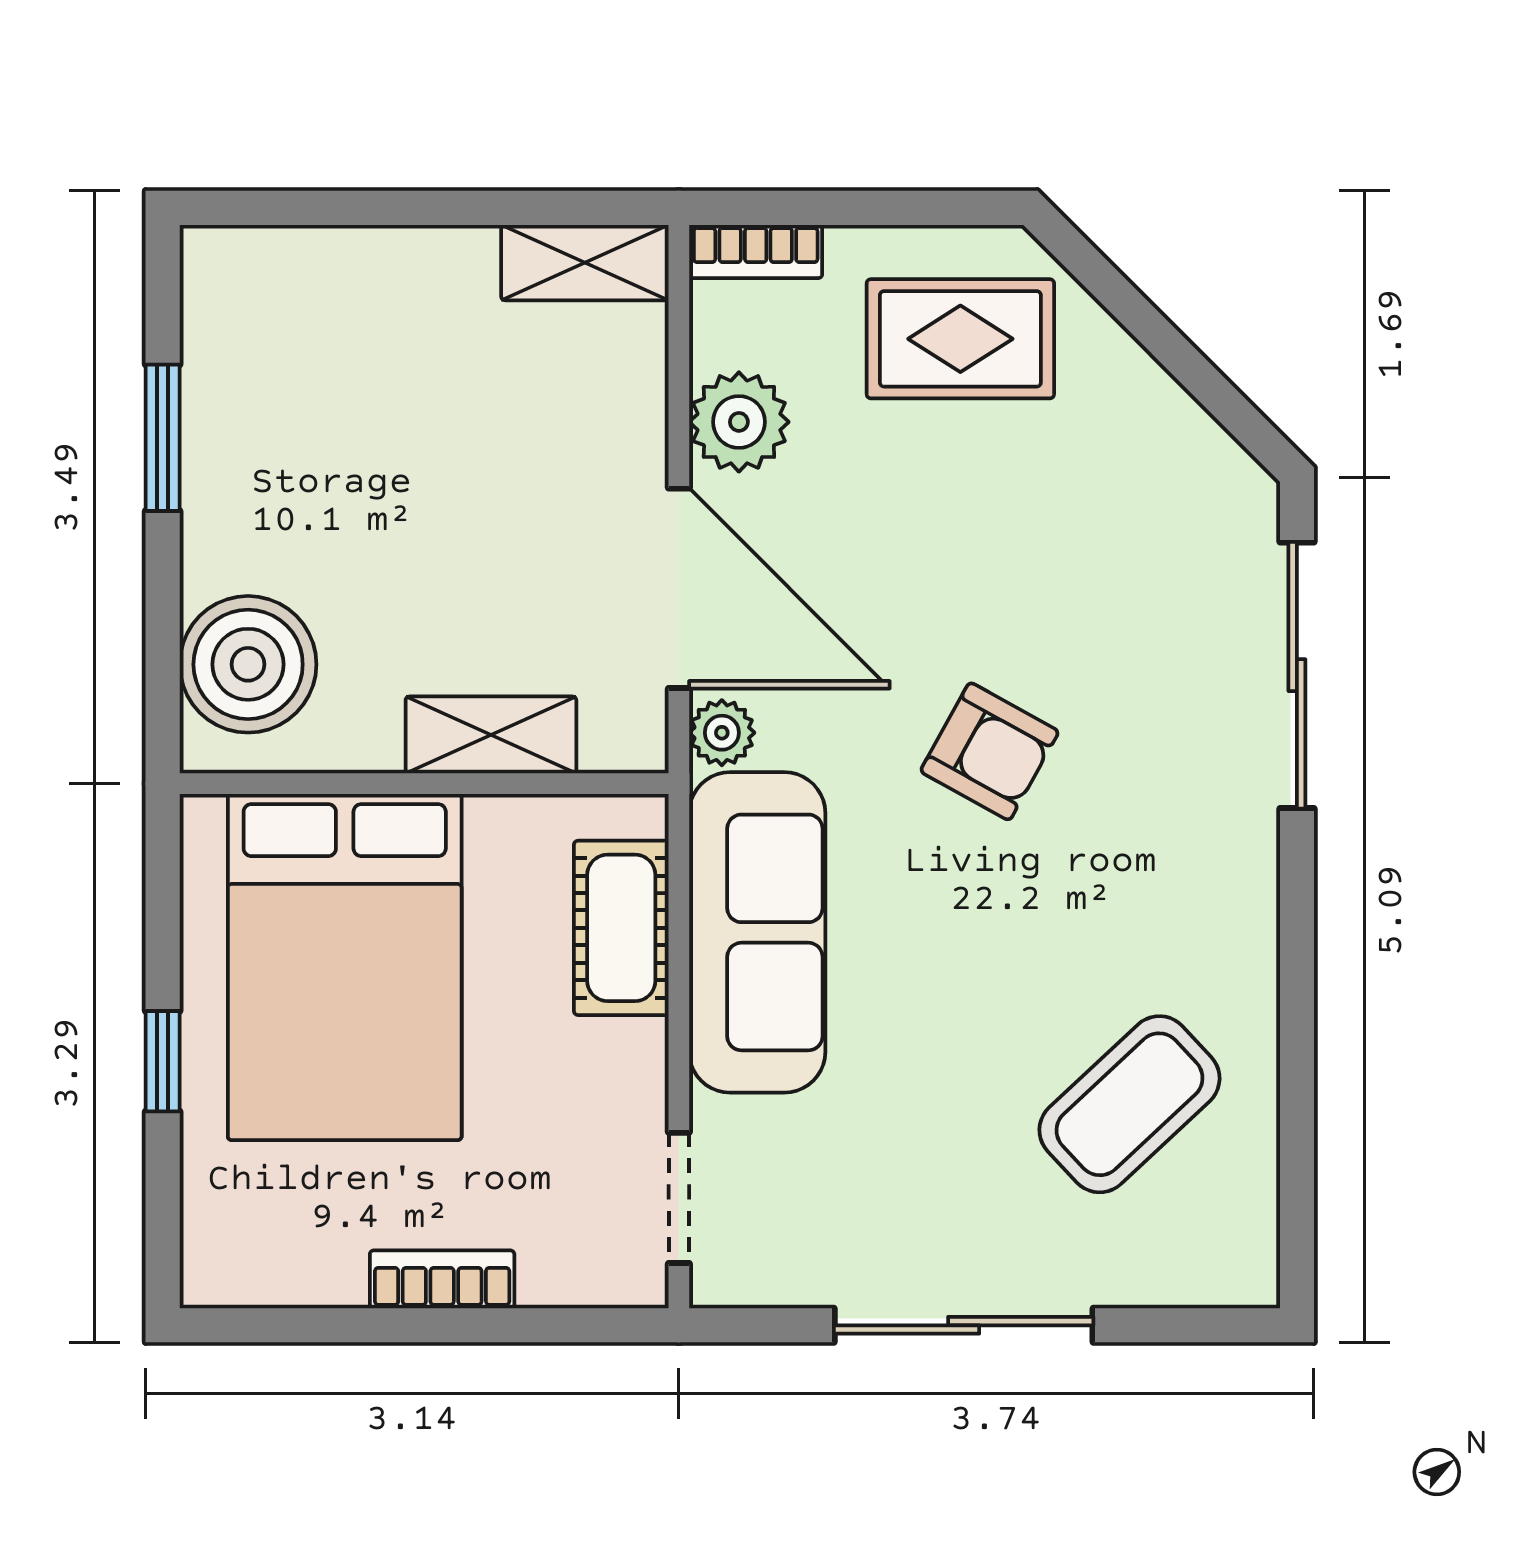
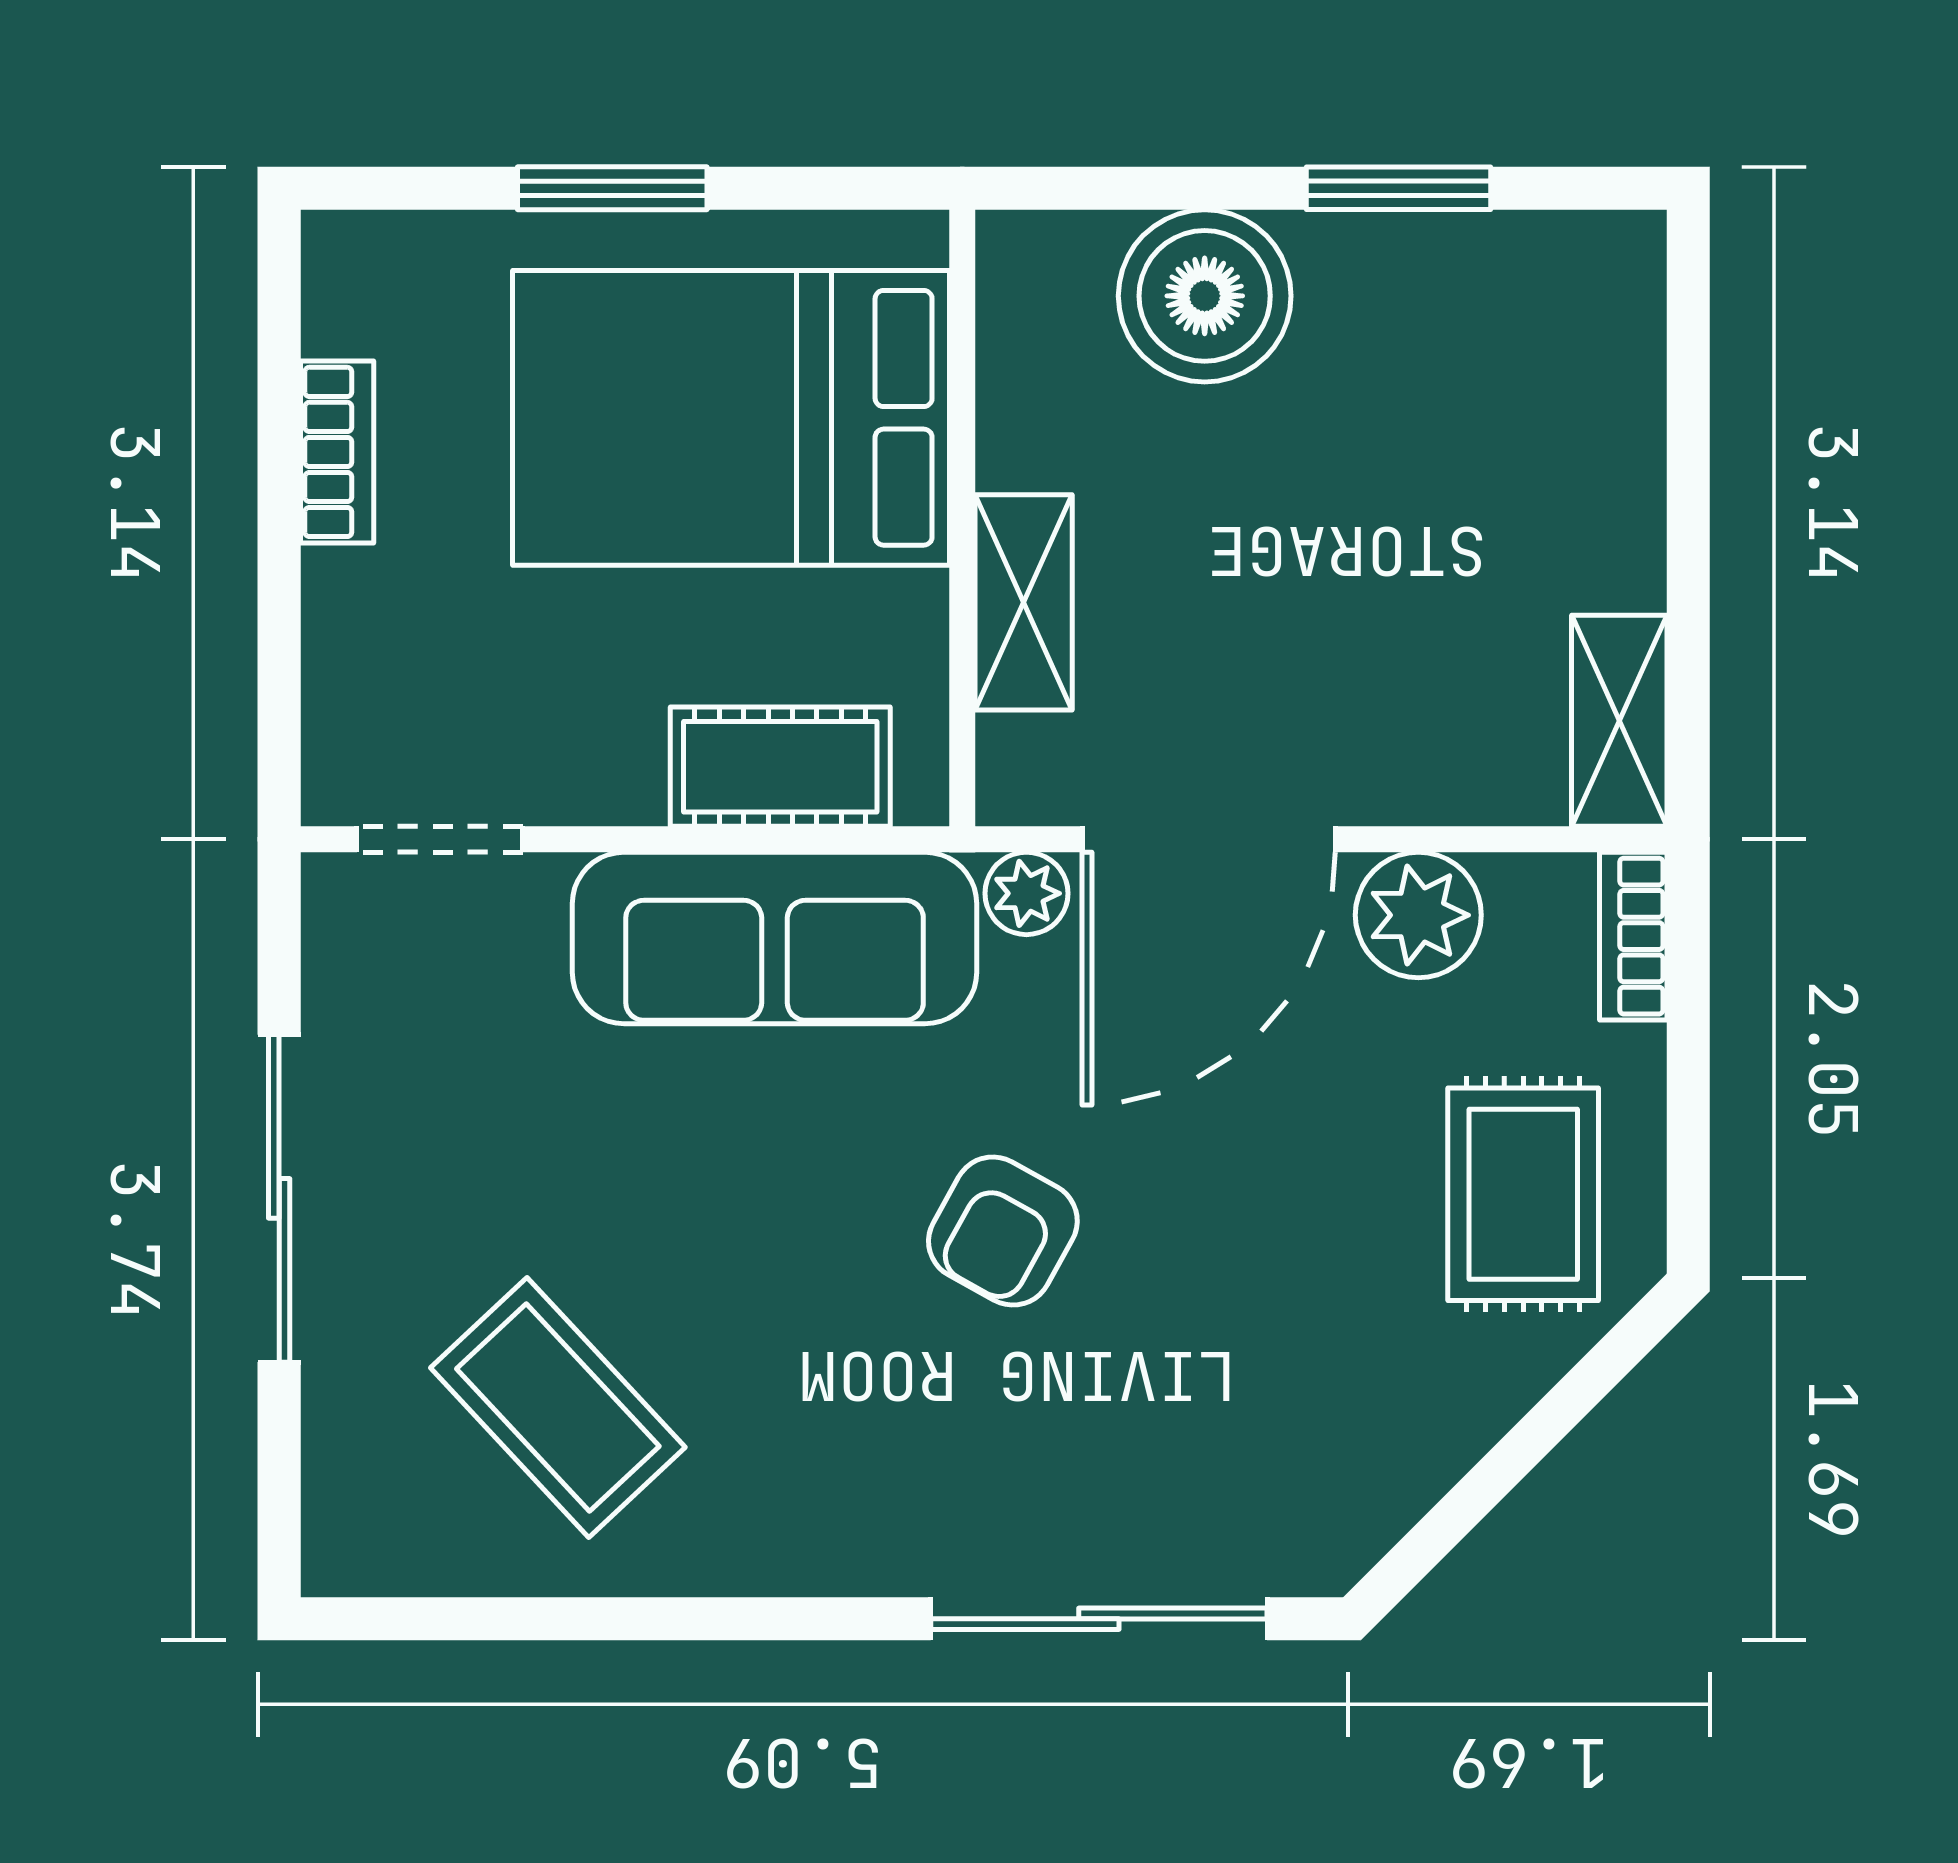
boiler: (248, 664) -> (1205, 296), moved
window: (163, 1061) -> (612, 188), width x1.50
bookcase: (442, 1279) -> (337, 452), moved

